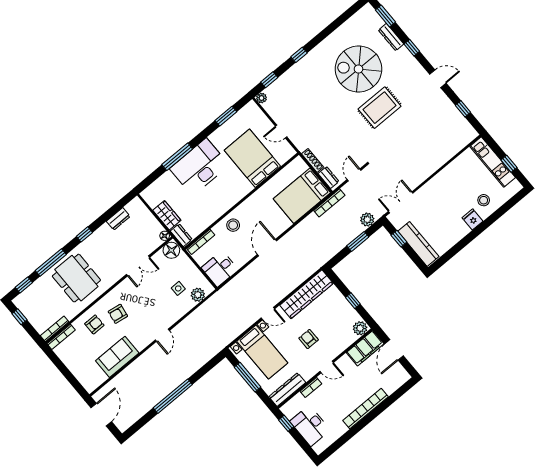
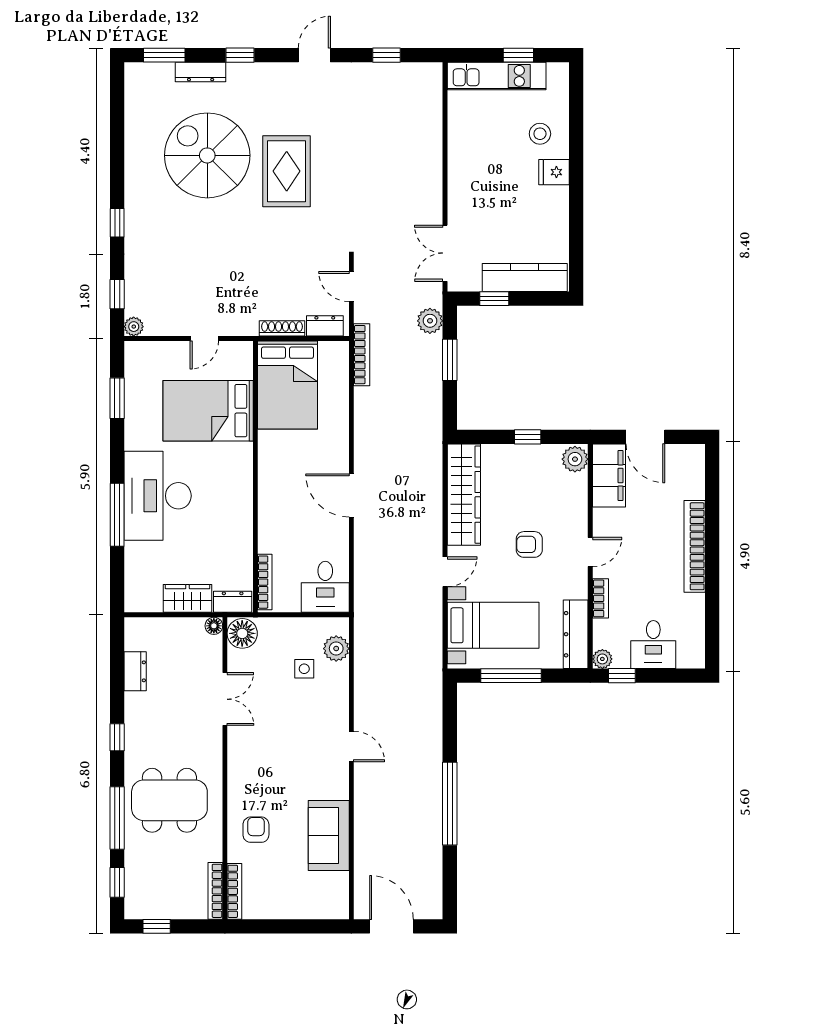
spiral stairs: (359, 69) -> (207, 155), turned 90
bed: (302, 196) -> (287, 385), moved
stool: (233, 225) -> (280, 517), removed
armchair: (118, 314) -> (269, 784), removed
plant: (286, 409) -> (602, 659), added
desk: (310, 426) -> (653, 645), width x0.73

